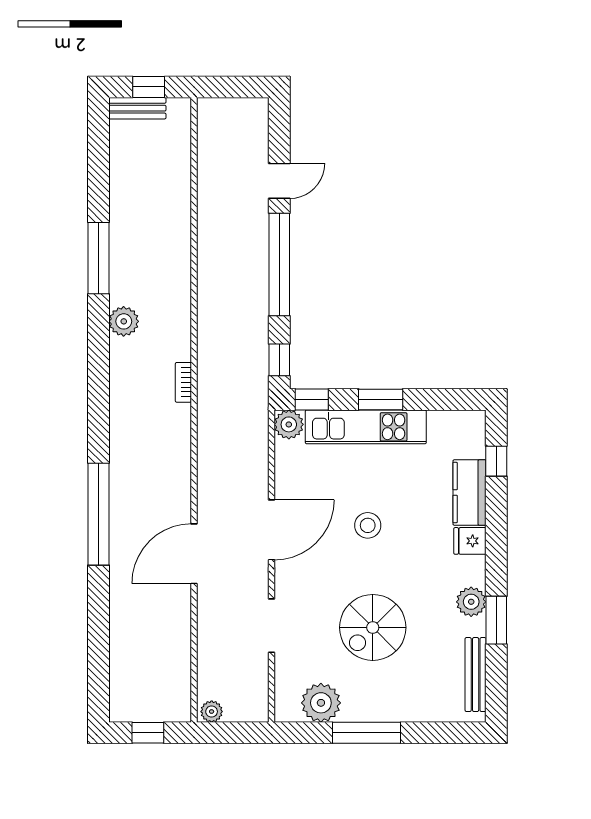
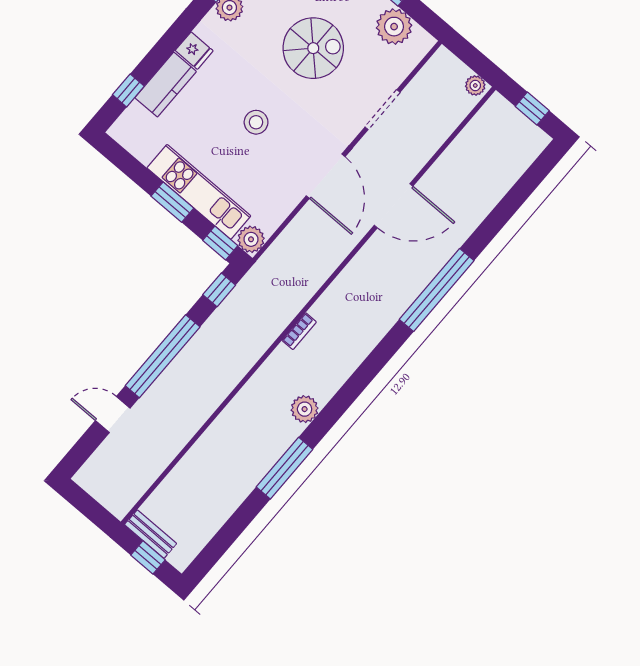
bench: (137, 108) -> (151, 534), moved
door: (272, 530) -> (326, 176), swing flipped

